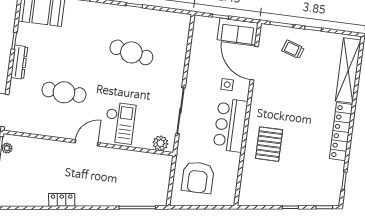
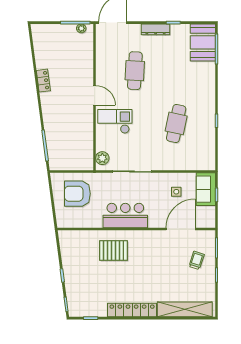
sofa: (238, 31) -> (206, 189), moved
side table: (227, 85) -> (176, 192), moved
checkout: (120, 123) -> (115, 121), turned 180

